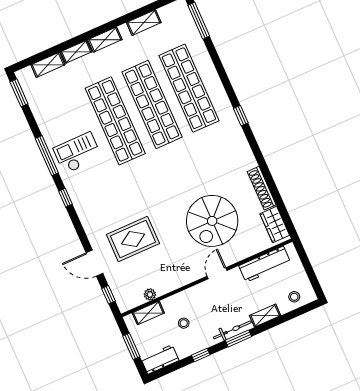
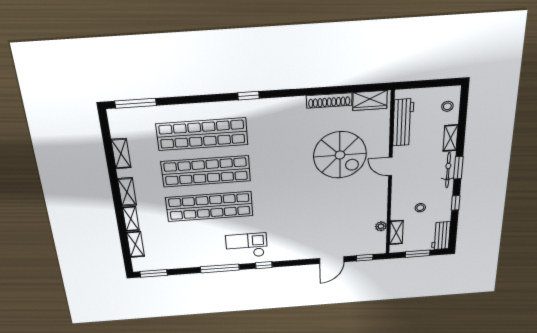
checkout: (77, 153) -> (247, 246), moved, turned 90
rug: (133, 239) -> (325, 225), removed

